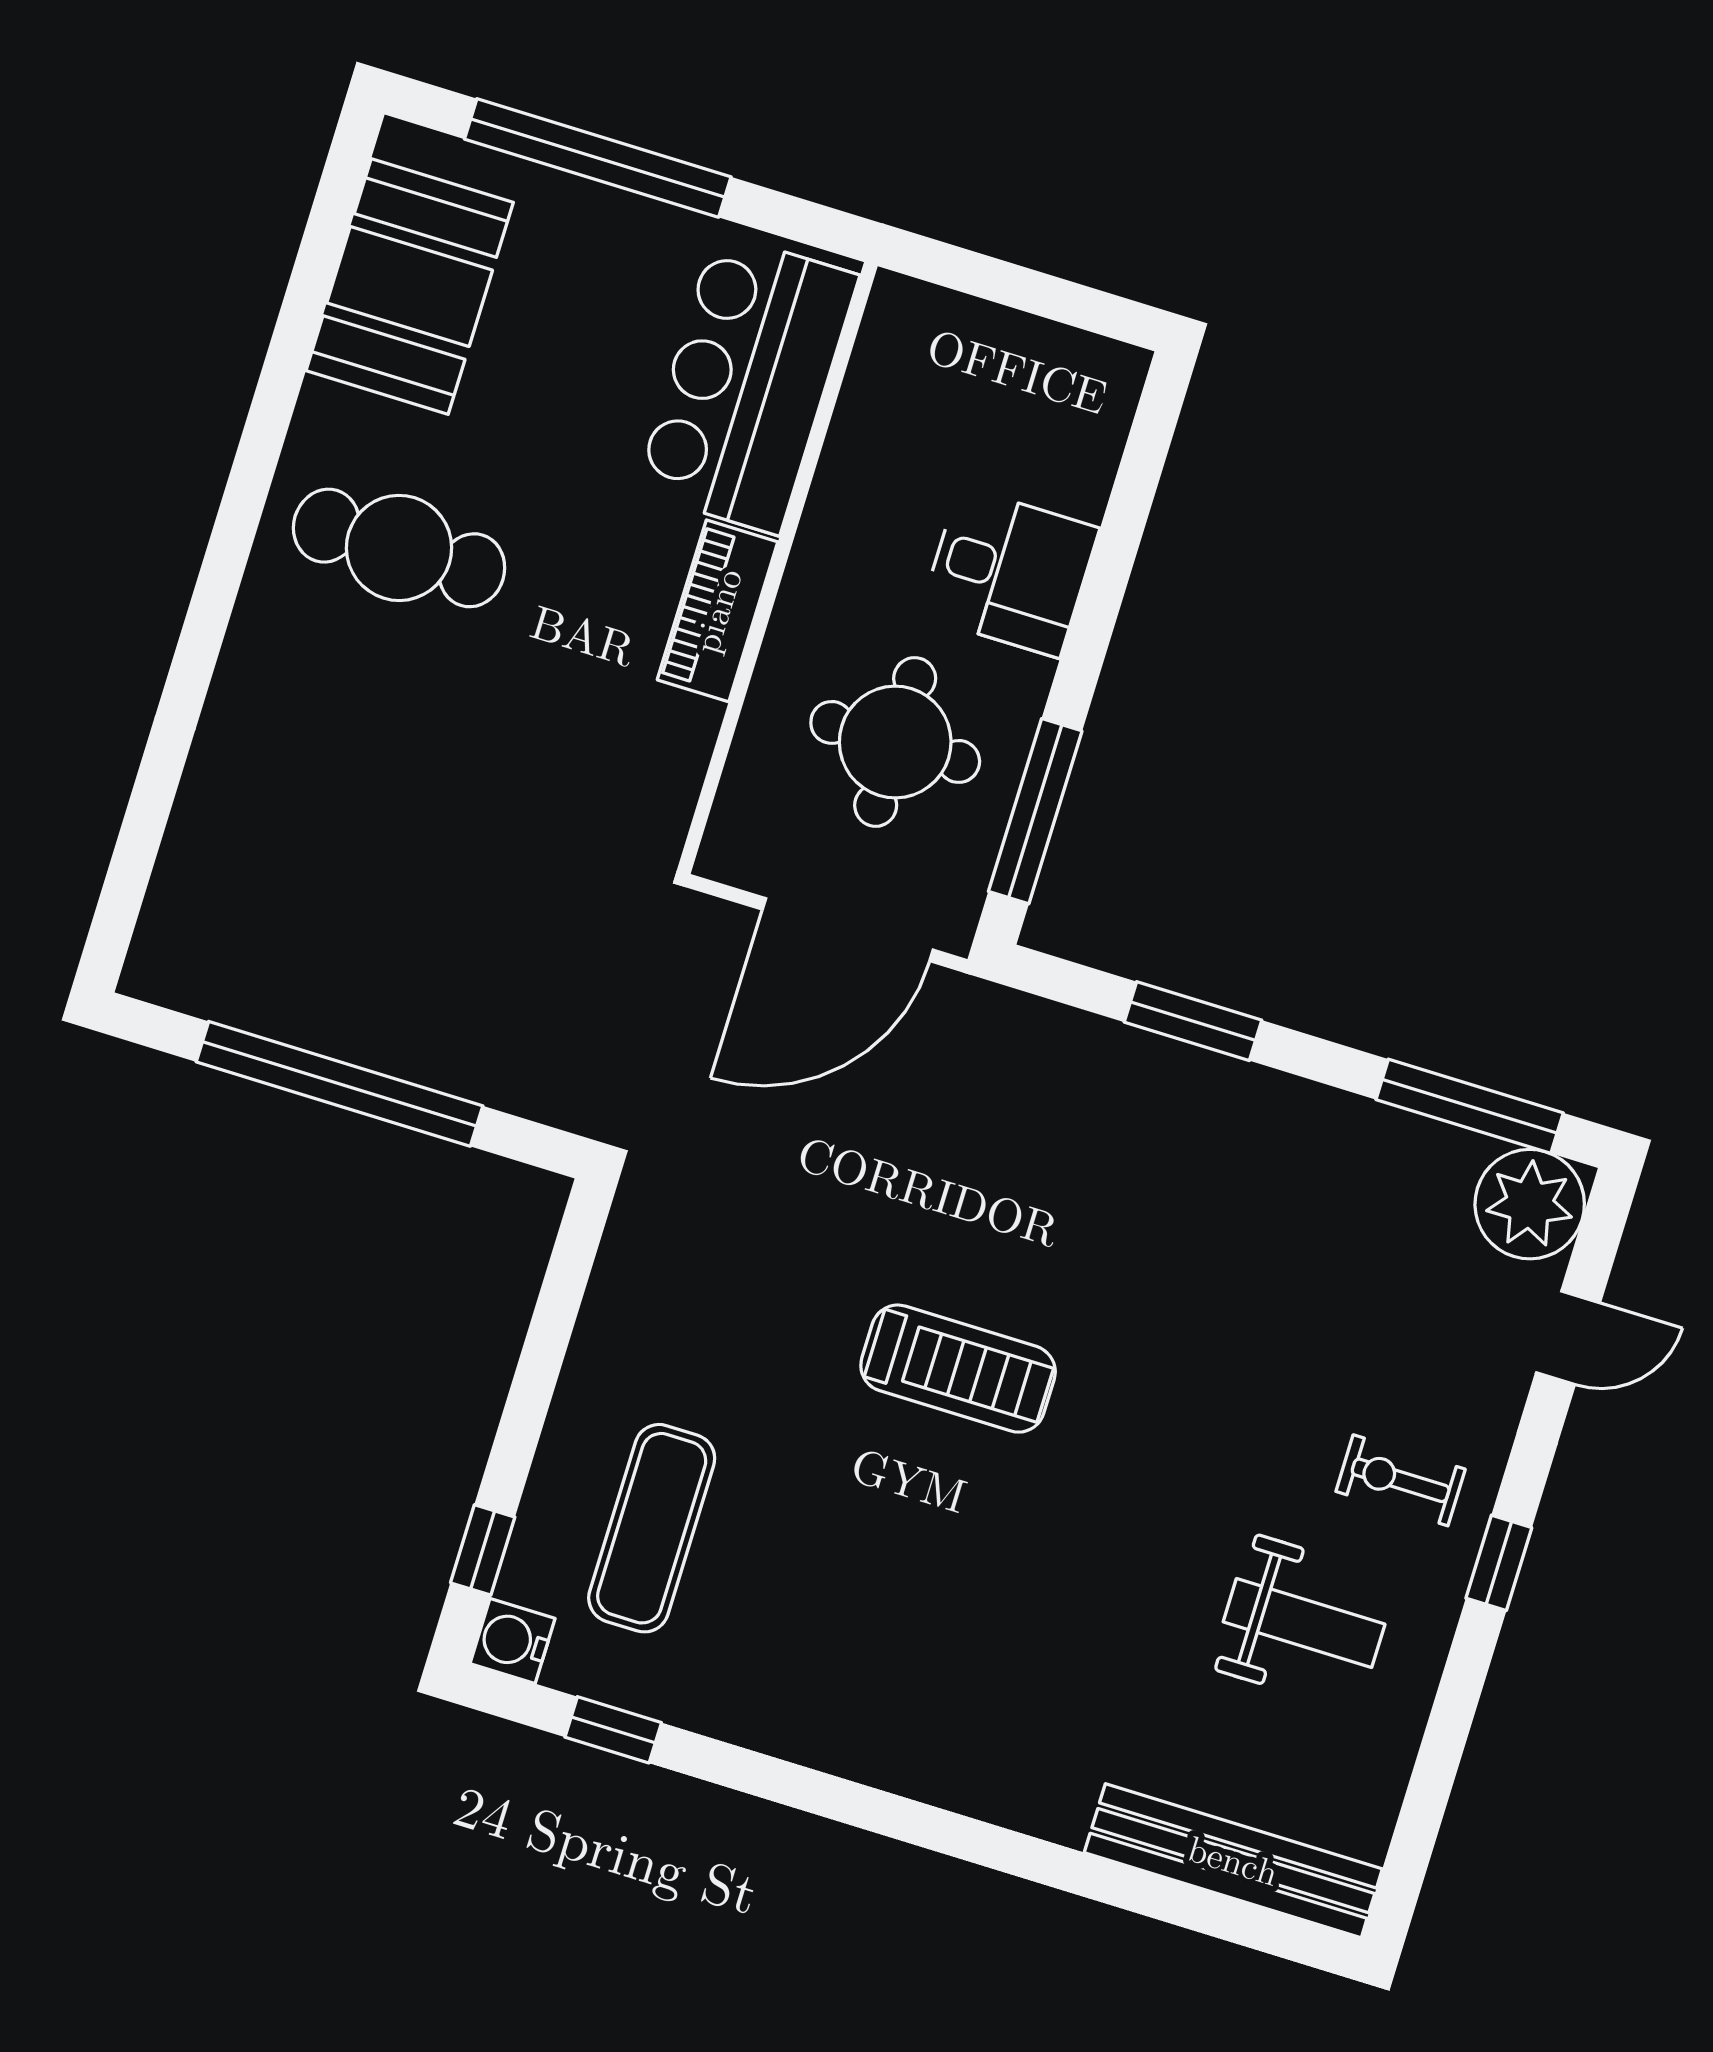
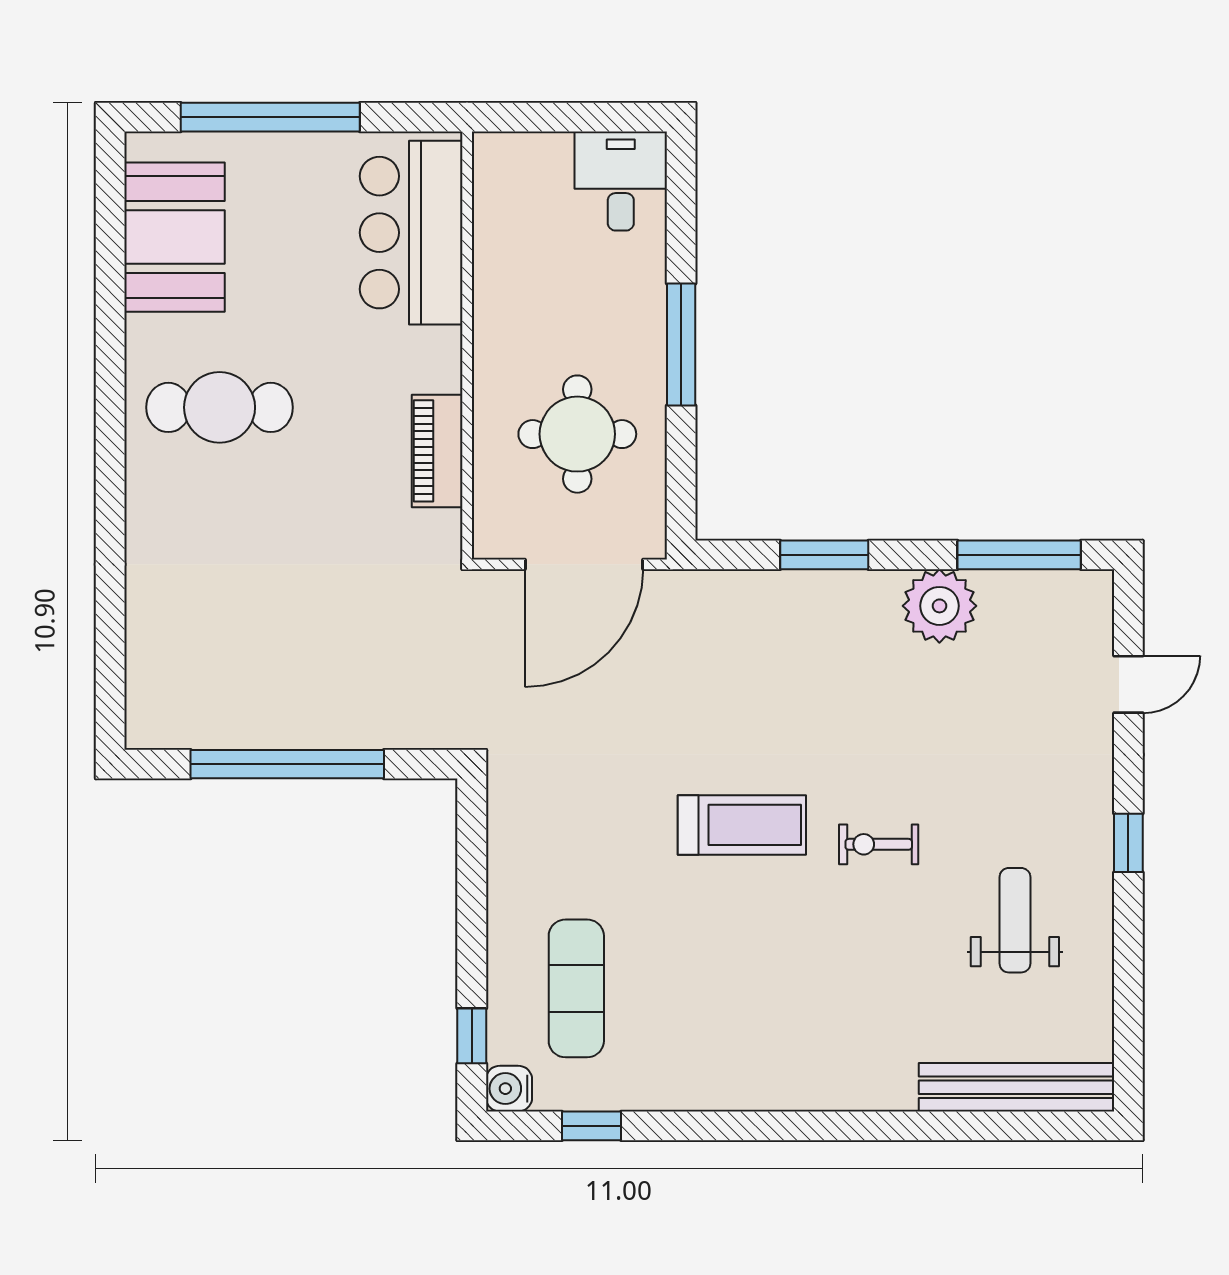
desk: (1009, 572) -> (621, 181), moved, turned -90
piano: (718, 611) -> (437, 451), moved
window: (1035, 811) -> (681, 344), moved
plant: (1530, 1204) -> (939, 606), moved
exercise bike: (1401, 1480) -> (879, 844), moved
weight bench: (1304, 1623) -> (1015, 920), turned -90

